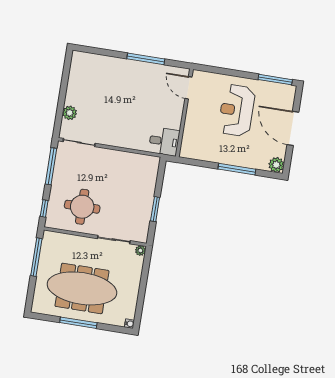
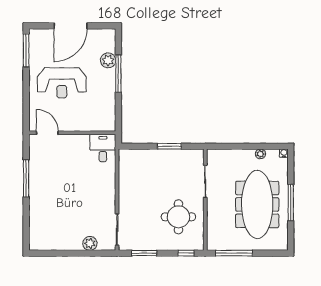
door: (188, 88) -> (47, 133), swing flipped
plant: (276, 165) -> (108, 60), moved
window: (51, 166) -> (144, 253), width x0.69
plant: (140, 251) -> (260, 154), moved

